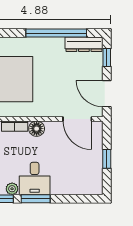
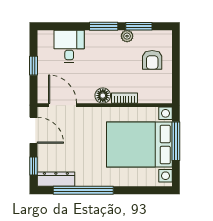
desk: (35, 179) -> (69, 46), moved

